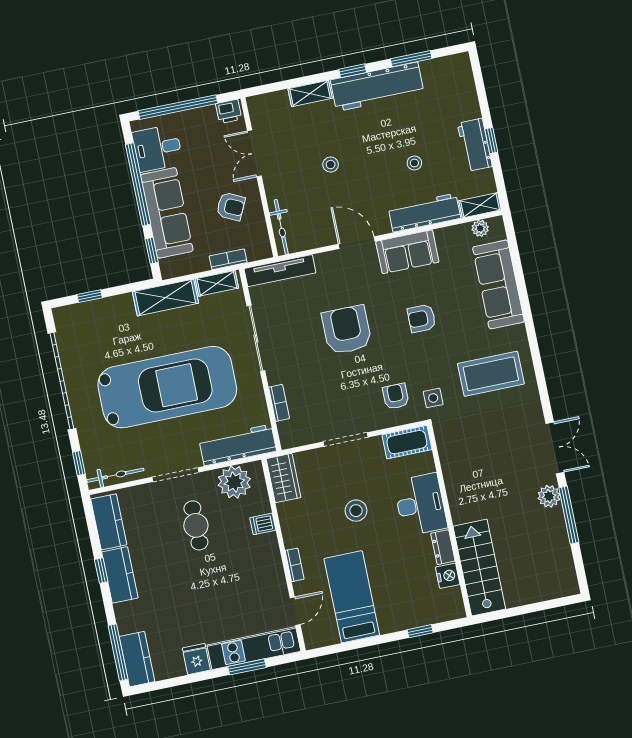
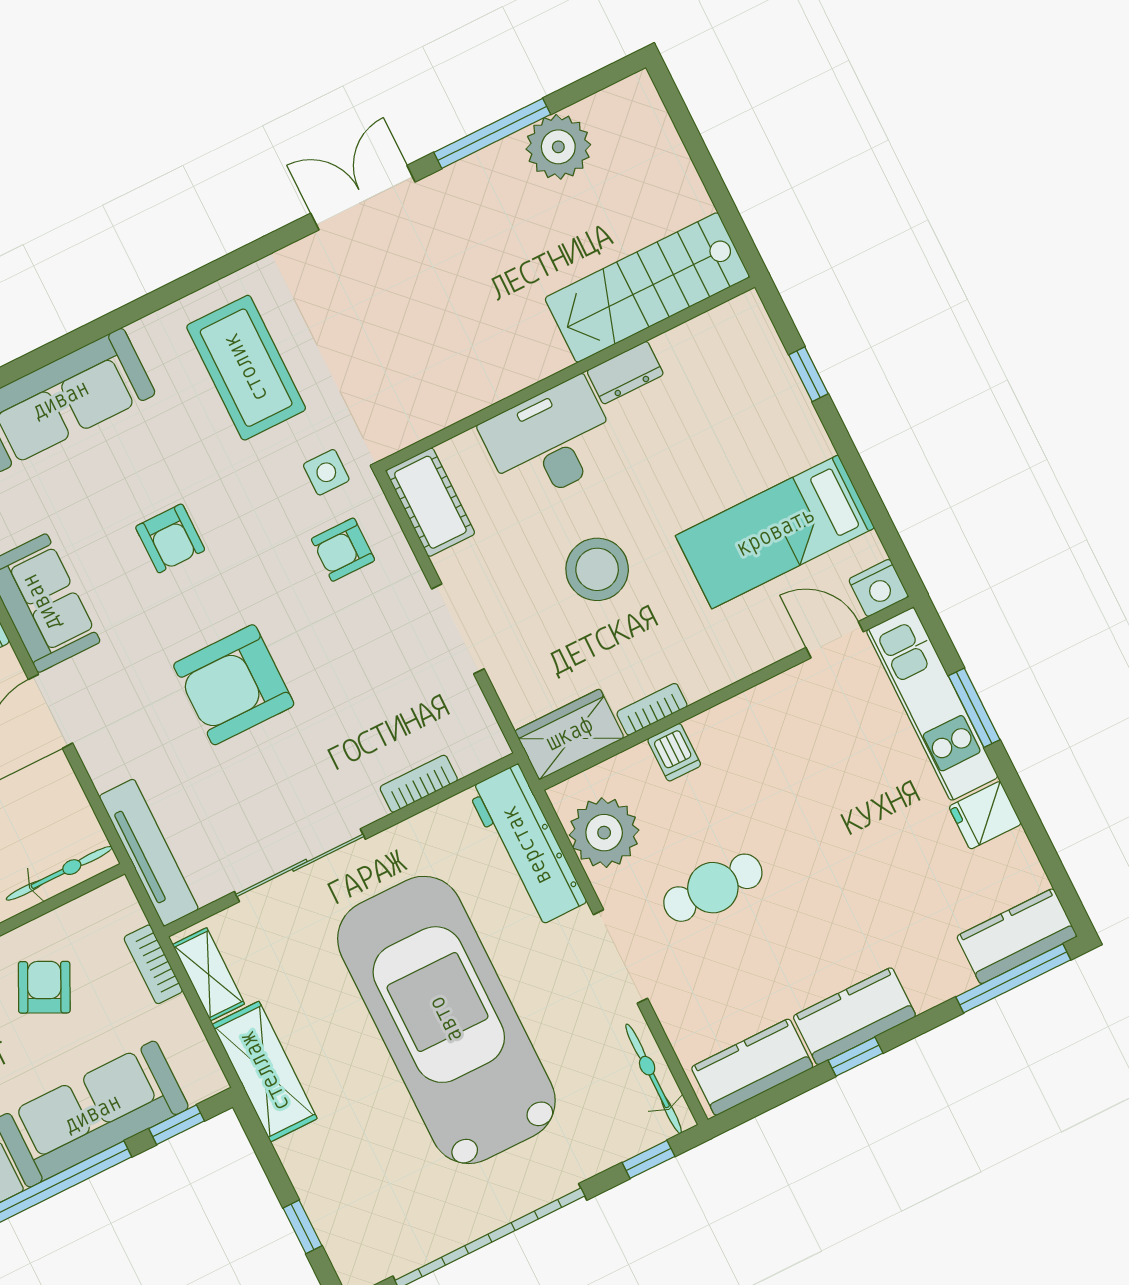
plant: (549, 496) -> (558, 147), moved, width x1.36, depth x1.36
stool: (356, 511) -> (597, 569), width x1.38, depth x1.38
bookcase: (295, 565) -> (652, 709), moved
nightstand: (448, 576) -> (879, 588), moved, turned 180

